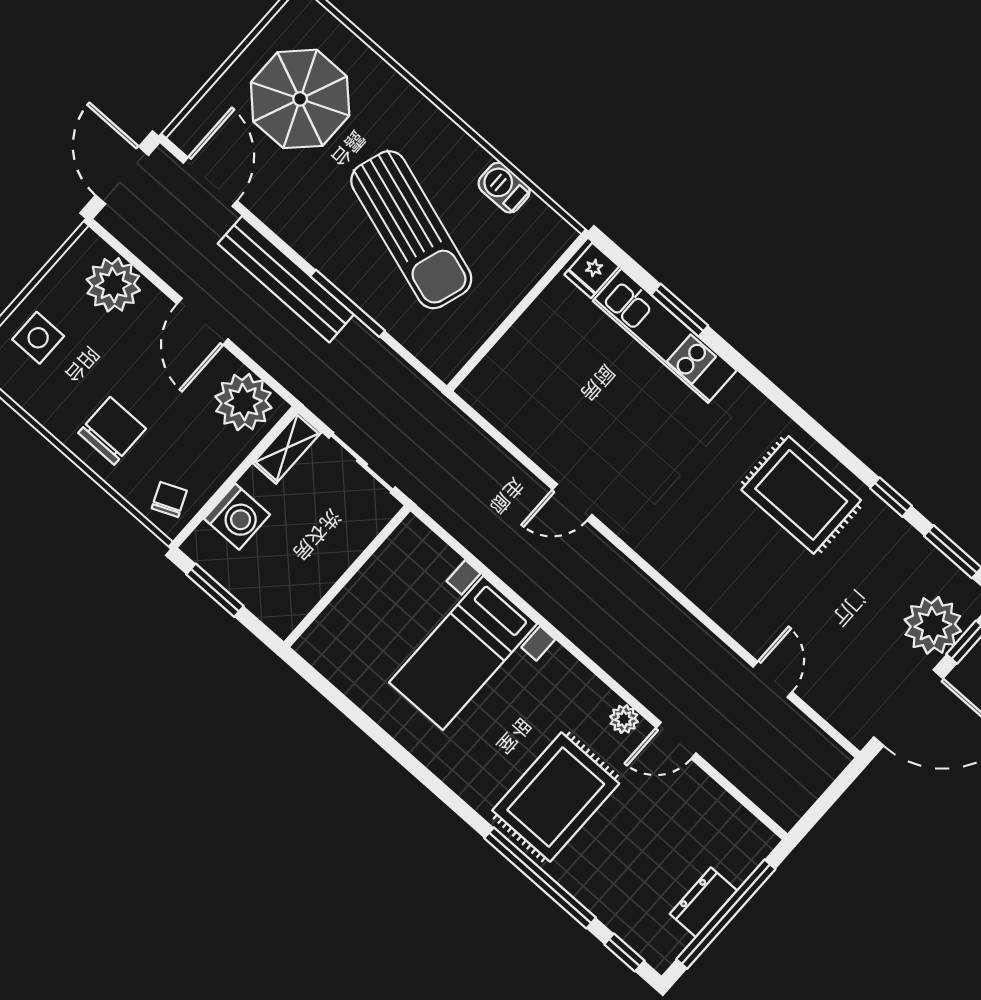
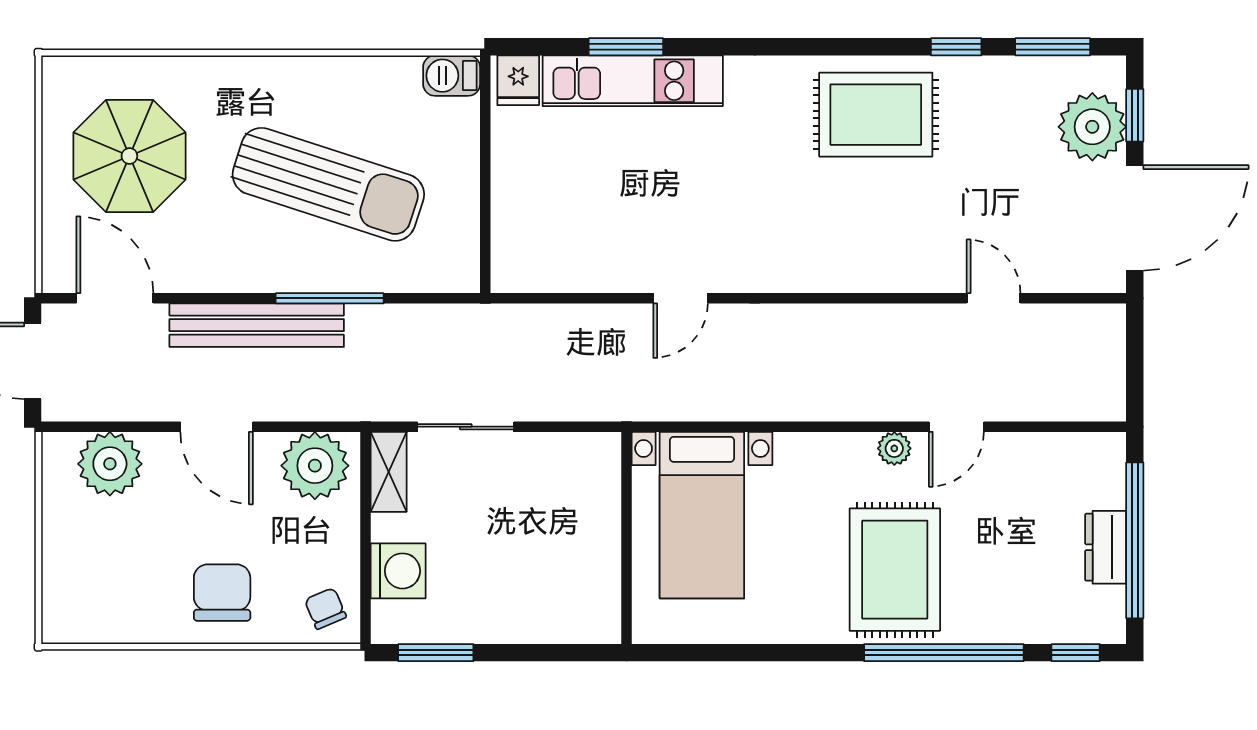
barbecue: (504, 188) -> (452, 76), moved
side table: (38, 338) -> (85, 568), removed
wall: (347, 576) -> (626, 538), moved

